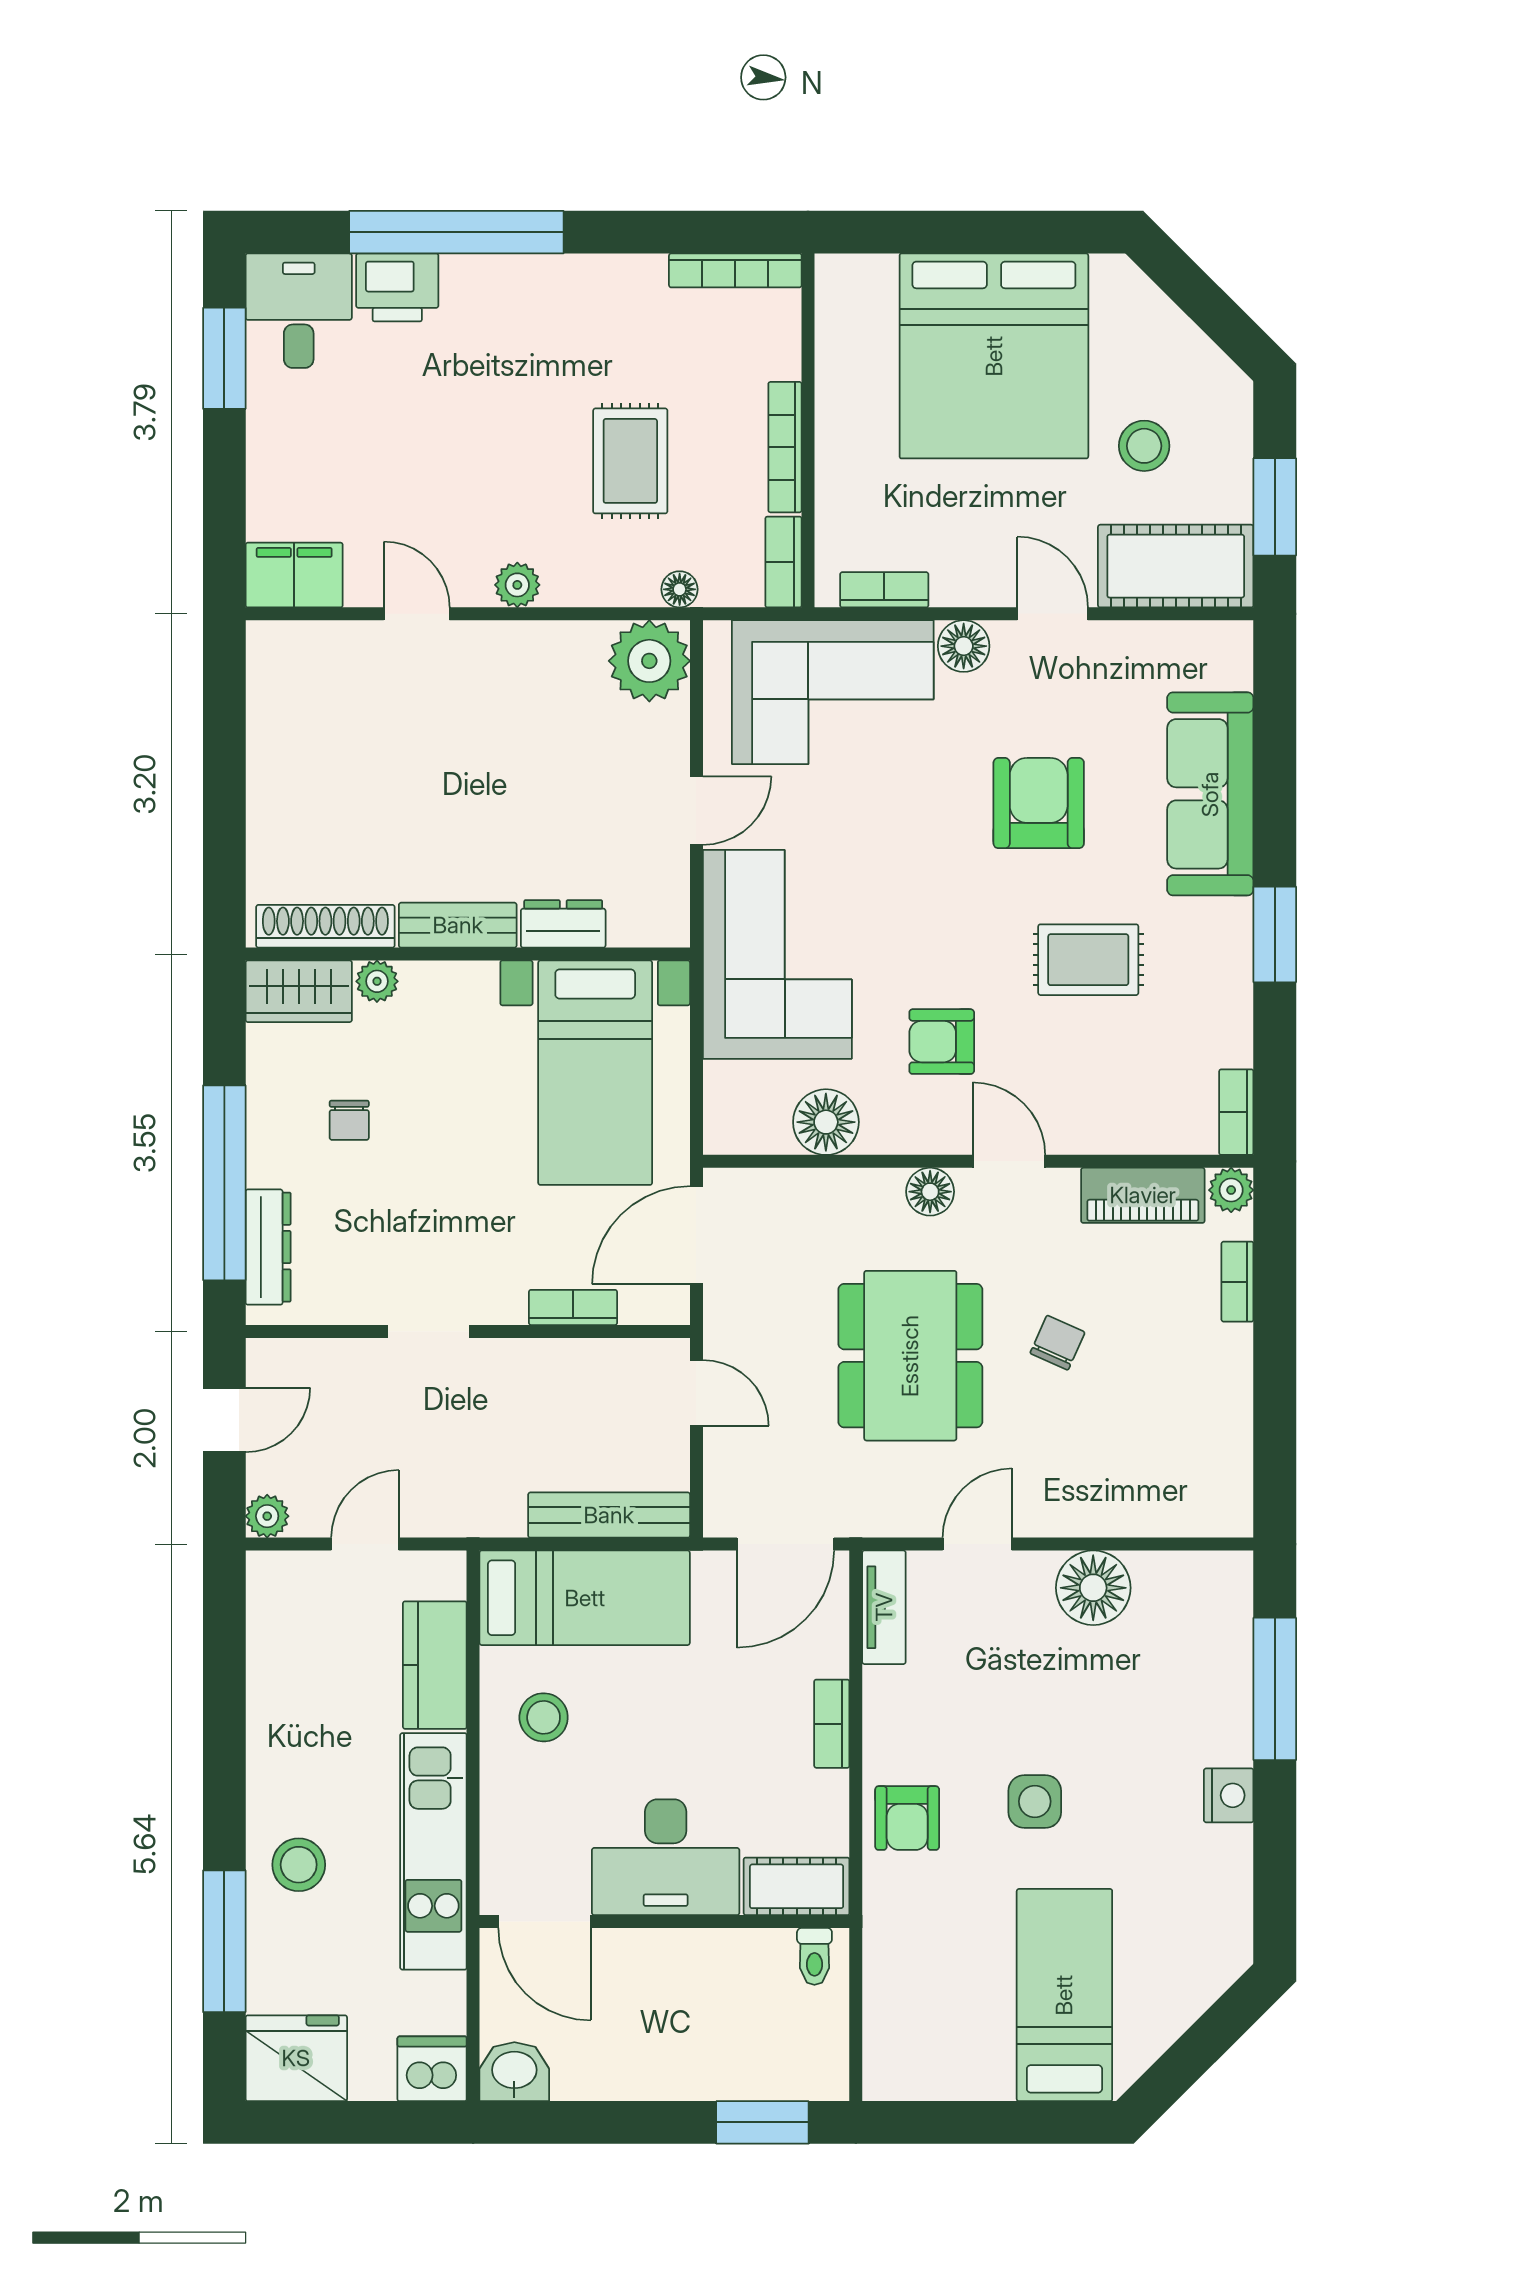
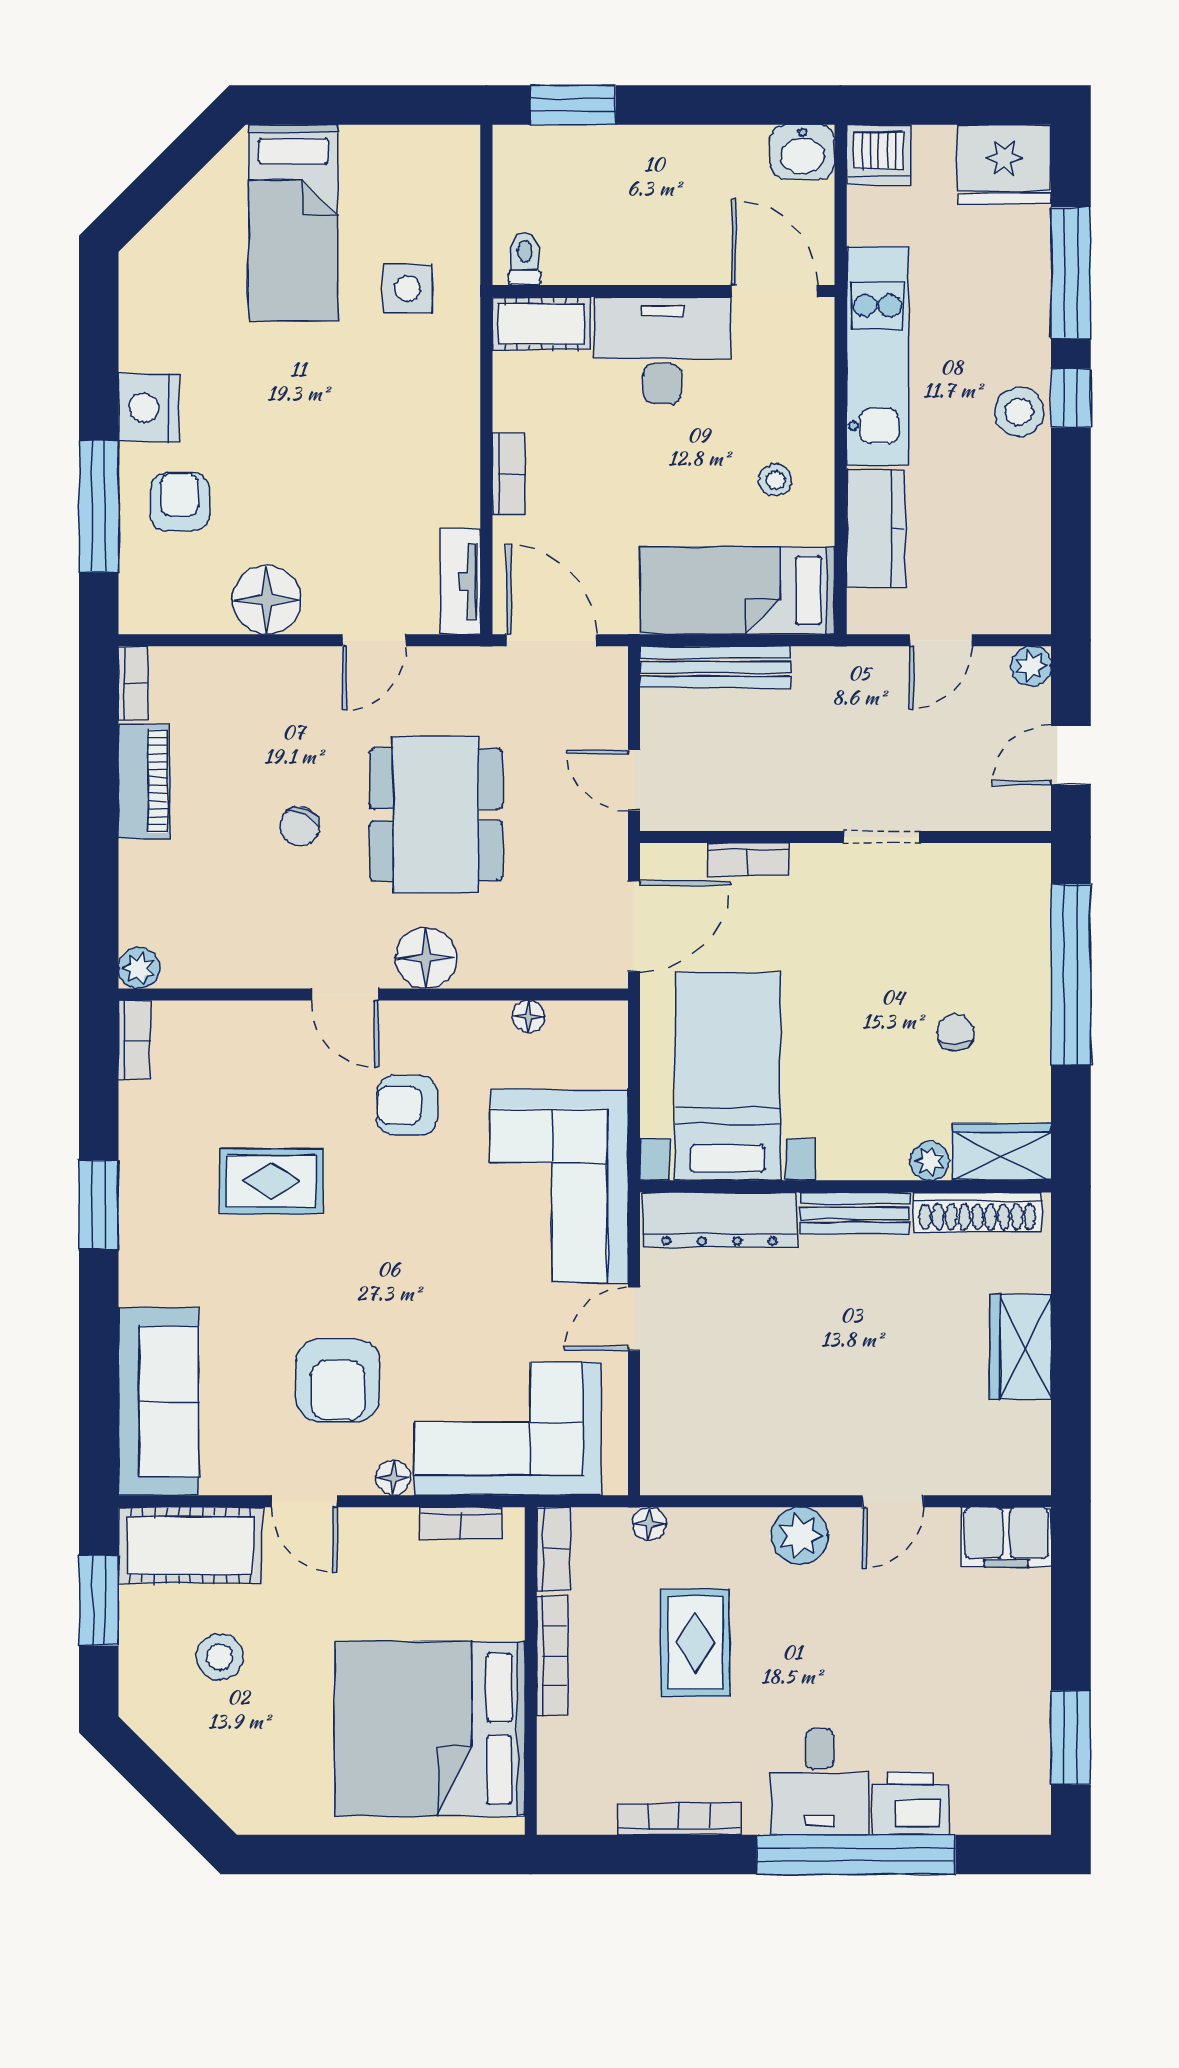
bookcase: (735, 270) -> (679, 1819), moved
desk: (299, 311) -> (820, 1782), moved
bed: (994, 356) -> (430, 1729), moved, turned -90
plant: (517, 585) -> (800, 1536), width x1.38, depth x1.38
door: (417, 614) -> (893, 1501), hinge flipped
floor lamp: (964, 646) -> (393, 1478), width x0.73, depth x0.73
plant: (649, 661) -> (678, 1458), removed
wardrobe: (279, 780) -> (1021, 1347), added
sofa: (1210, 794) -> (158, 1401), moved
armchair: (1039, 803) -> (338, 1380), moved
dresser: (563, 924) -> (720, 1220), width x1.96, depth x1.24
armchair: (942, 1042) -> (407, 1105), turned 180
floor lamp: (826, 1122) -> (528, 1017), width x0.53, depth x0.53
floor lamp: (930, 1192) -> (426, 958), width x1.38, depth x1.38
piano: (1143, 1195) -> (144, 781), moved, turned 90
dresser: (268, 1247) -> (1030, 915), removed
bookcase: (1237, 1282) -> (133, 683), moved
door: (786, 1544) -> (551, 640), hinge flipped
stool: (544, 1717) -> (775, 480), width x0.73, depth x0.73
nightstand: (1229, 1795) -> (149, 408), width x1.36, depth x1.33
side table: (1035, 1801) -> (407, 288), moved
window: (224, 1806) -> (1071, 398), added
armchair: (907, 1818) -> (180, 502), moved
stool: (299, 1865) -> (1019, 412), moved

